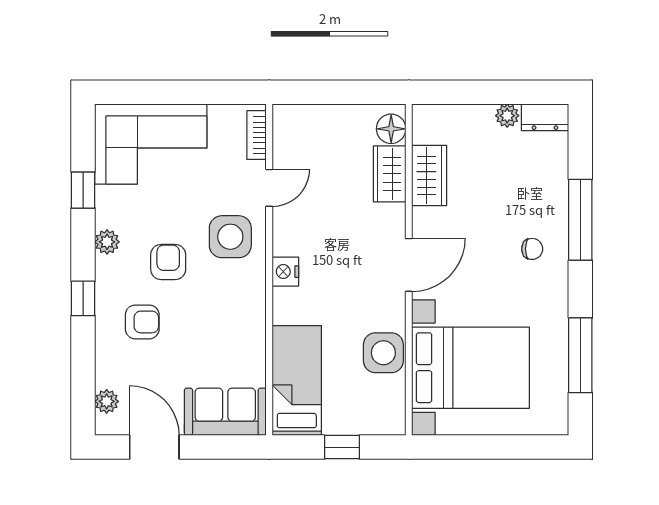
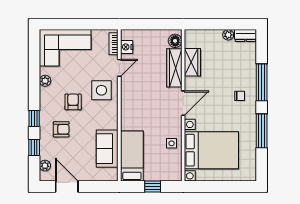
wardrobe: (390, 174) -> (174, 68), width x1.50
window: (83, 190) -> (34, 148), moved
plant: (107, 242) -> (45, 81), moved
nightstand: (285, 272) -> (127, 47), moved
side table: (383, 353) -> (172, 143), width x0.54, depth x0.54
window: (580, 355) -> (262, 131), moved
sofa: (225, 412) -> (107, 149), moved, turned -90

